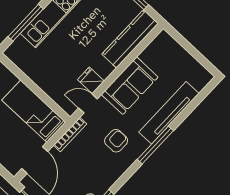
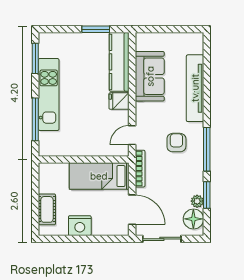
fridge: (91, 80) -> (119, 101), moved
sofa: (130, 86) -> (150, 76), moved
window: (155, 145) -> (207, 149), moved

